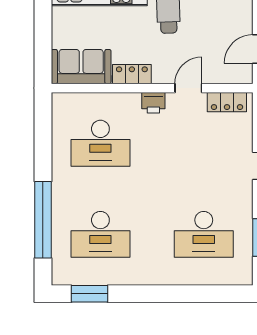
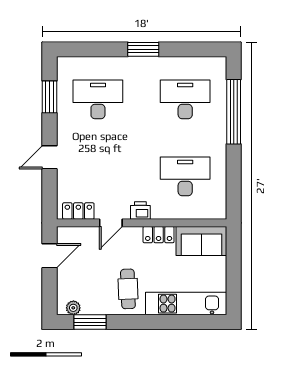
window: (90, 294) -> (143, 49), moved

